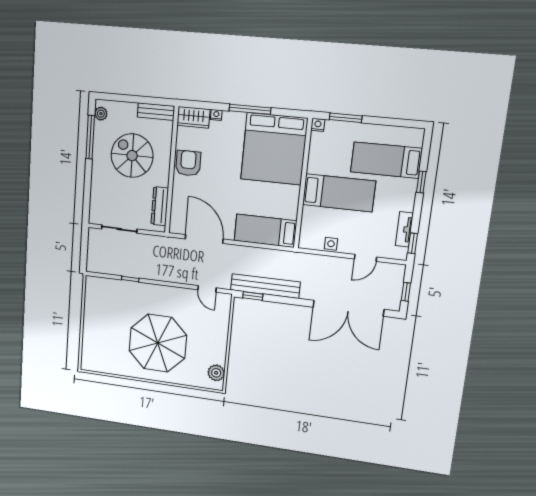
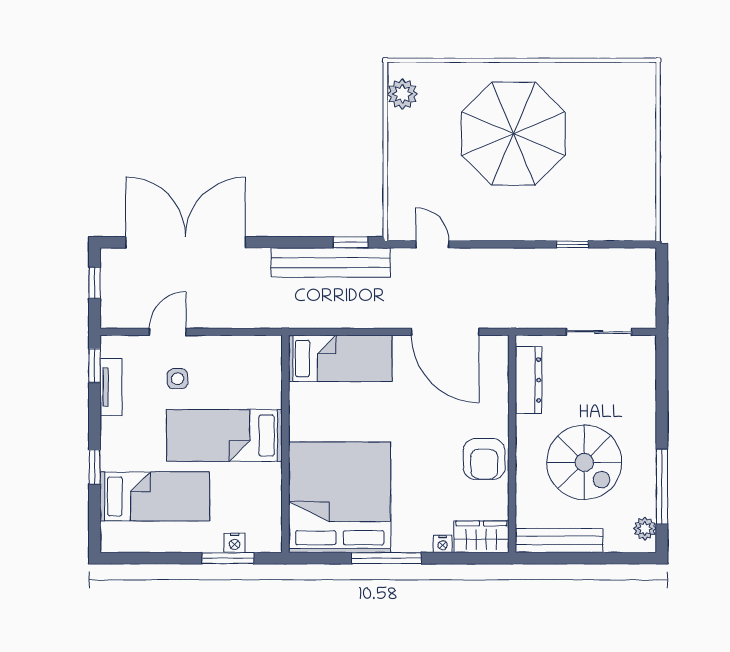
bench: (156, 112) -> (559, 540), width x1.36
nightstand: (318, 125) -> (235, 543), moved
side table: (331, 244) -> (177, 379), moved

